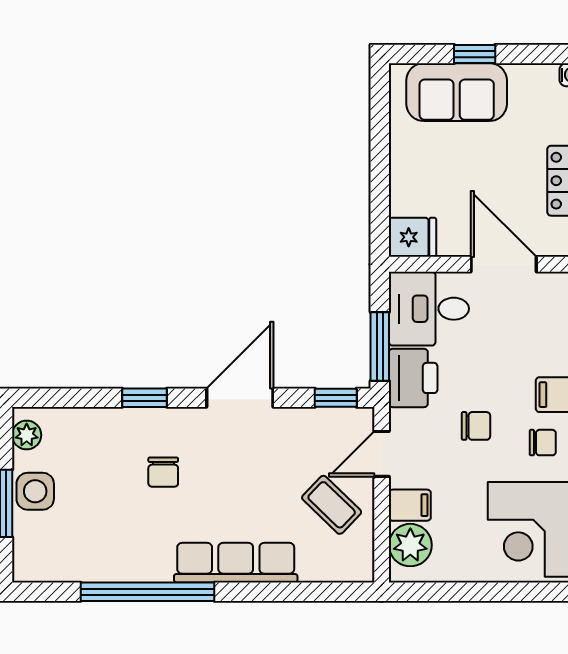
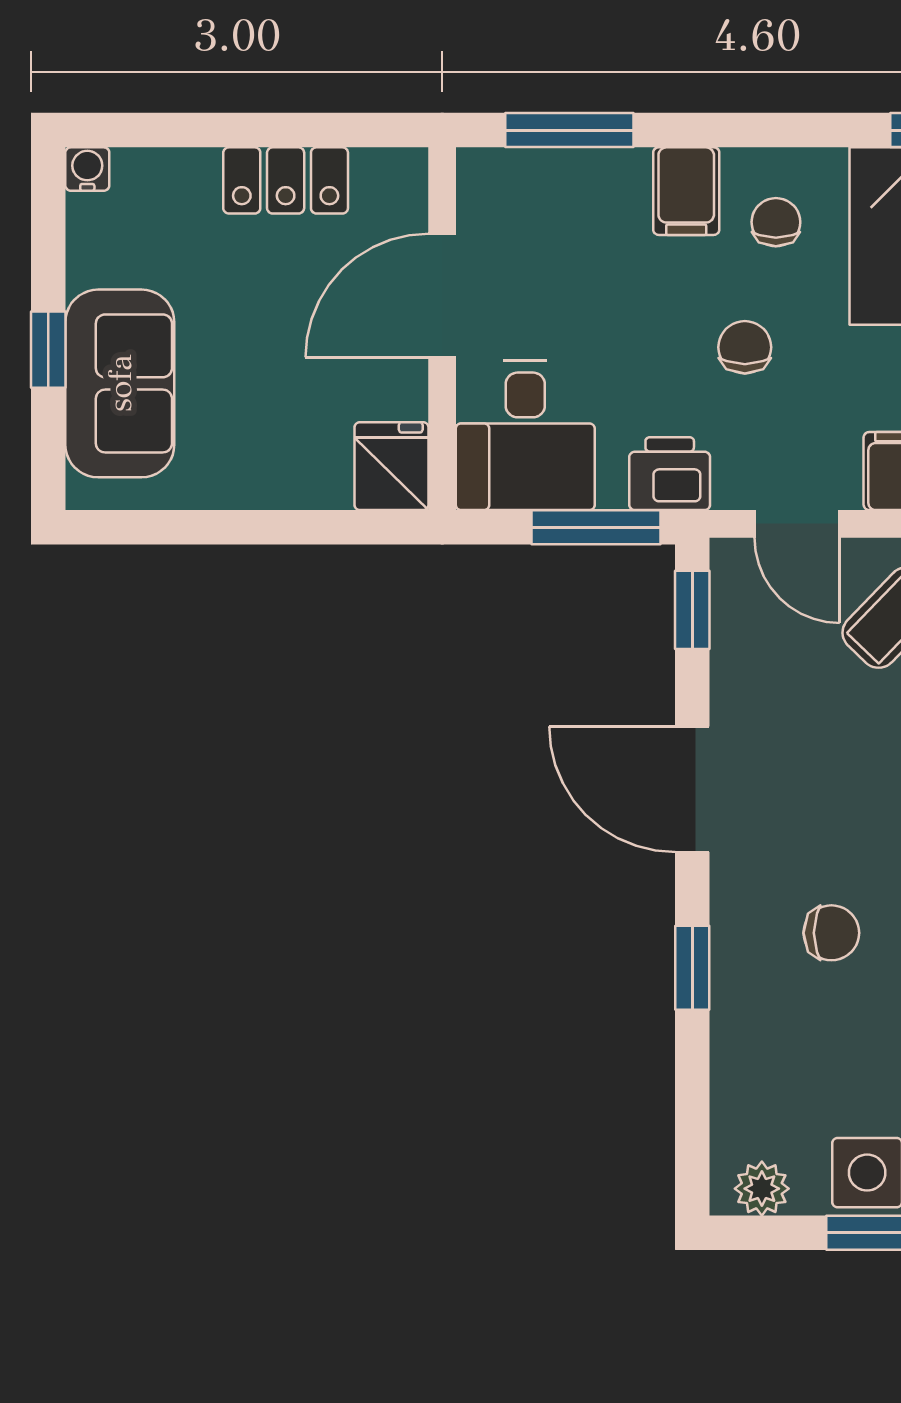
printer: (413, 378) -> (670, 474), width x0.73, depth x0.81

